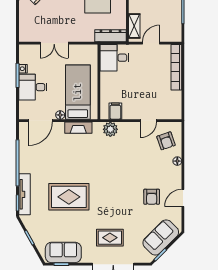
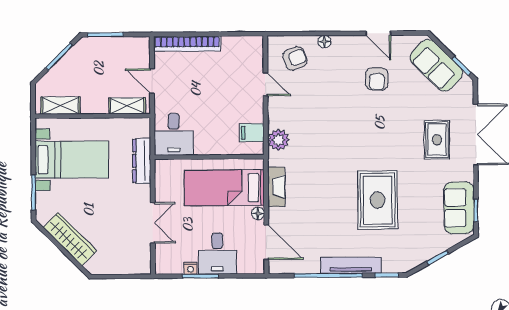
dresser: (110, 36) -> (142, 161), moved
tv unit: (24, 194) -> (351, 265), moved
armchair: (152, 197) -> (377, 79), turned 90

